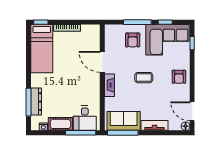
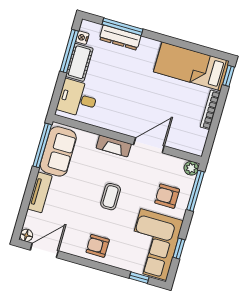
window: (137, 22) -> (196, 191), moved
plant: (109, 29) -> (191, 168), added
window: (81, 133) -> (69, 51), moved

